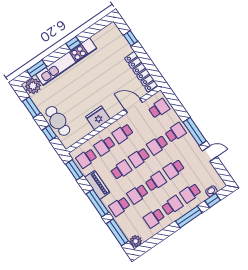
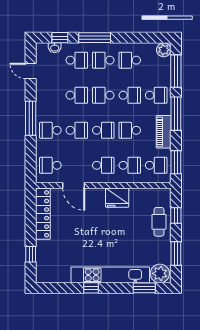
cafe table: (58, 121) -> (159, 222), width x0.73, depth x0.74
door: (210, 154) -> (31, 71), moved
school desk: (154, 218) -> (130, 60), turned 180

